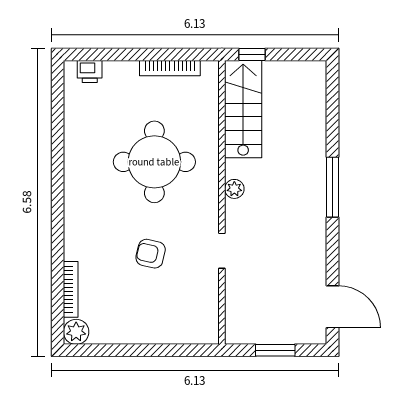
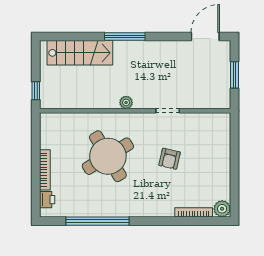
bookcase: (170, 68) -> (45, 170), moved
stairs: (243, 109) -> (80, 53), moved, turned 180
window: (58, 146) -> (98, 221), added
round table: (154, 162) -> (108, 156), turned -31

